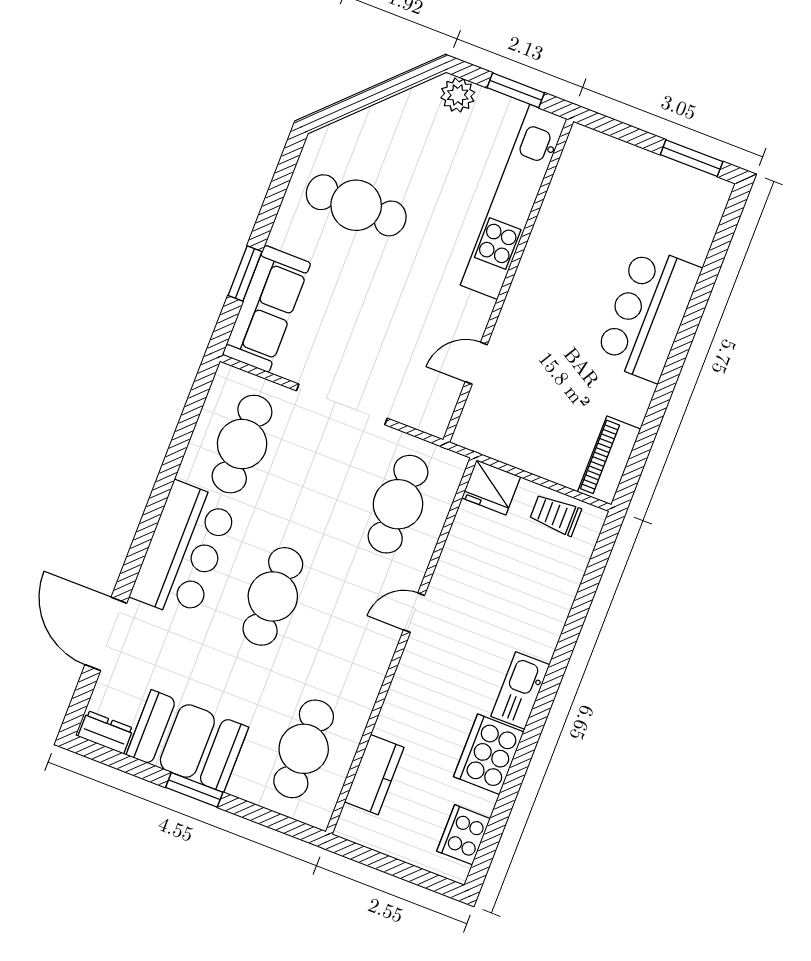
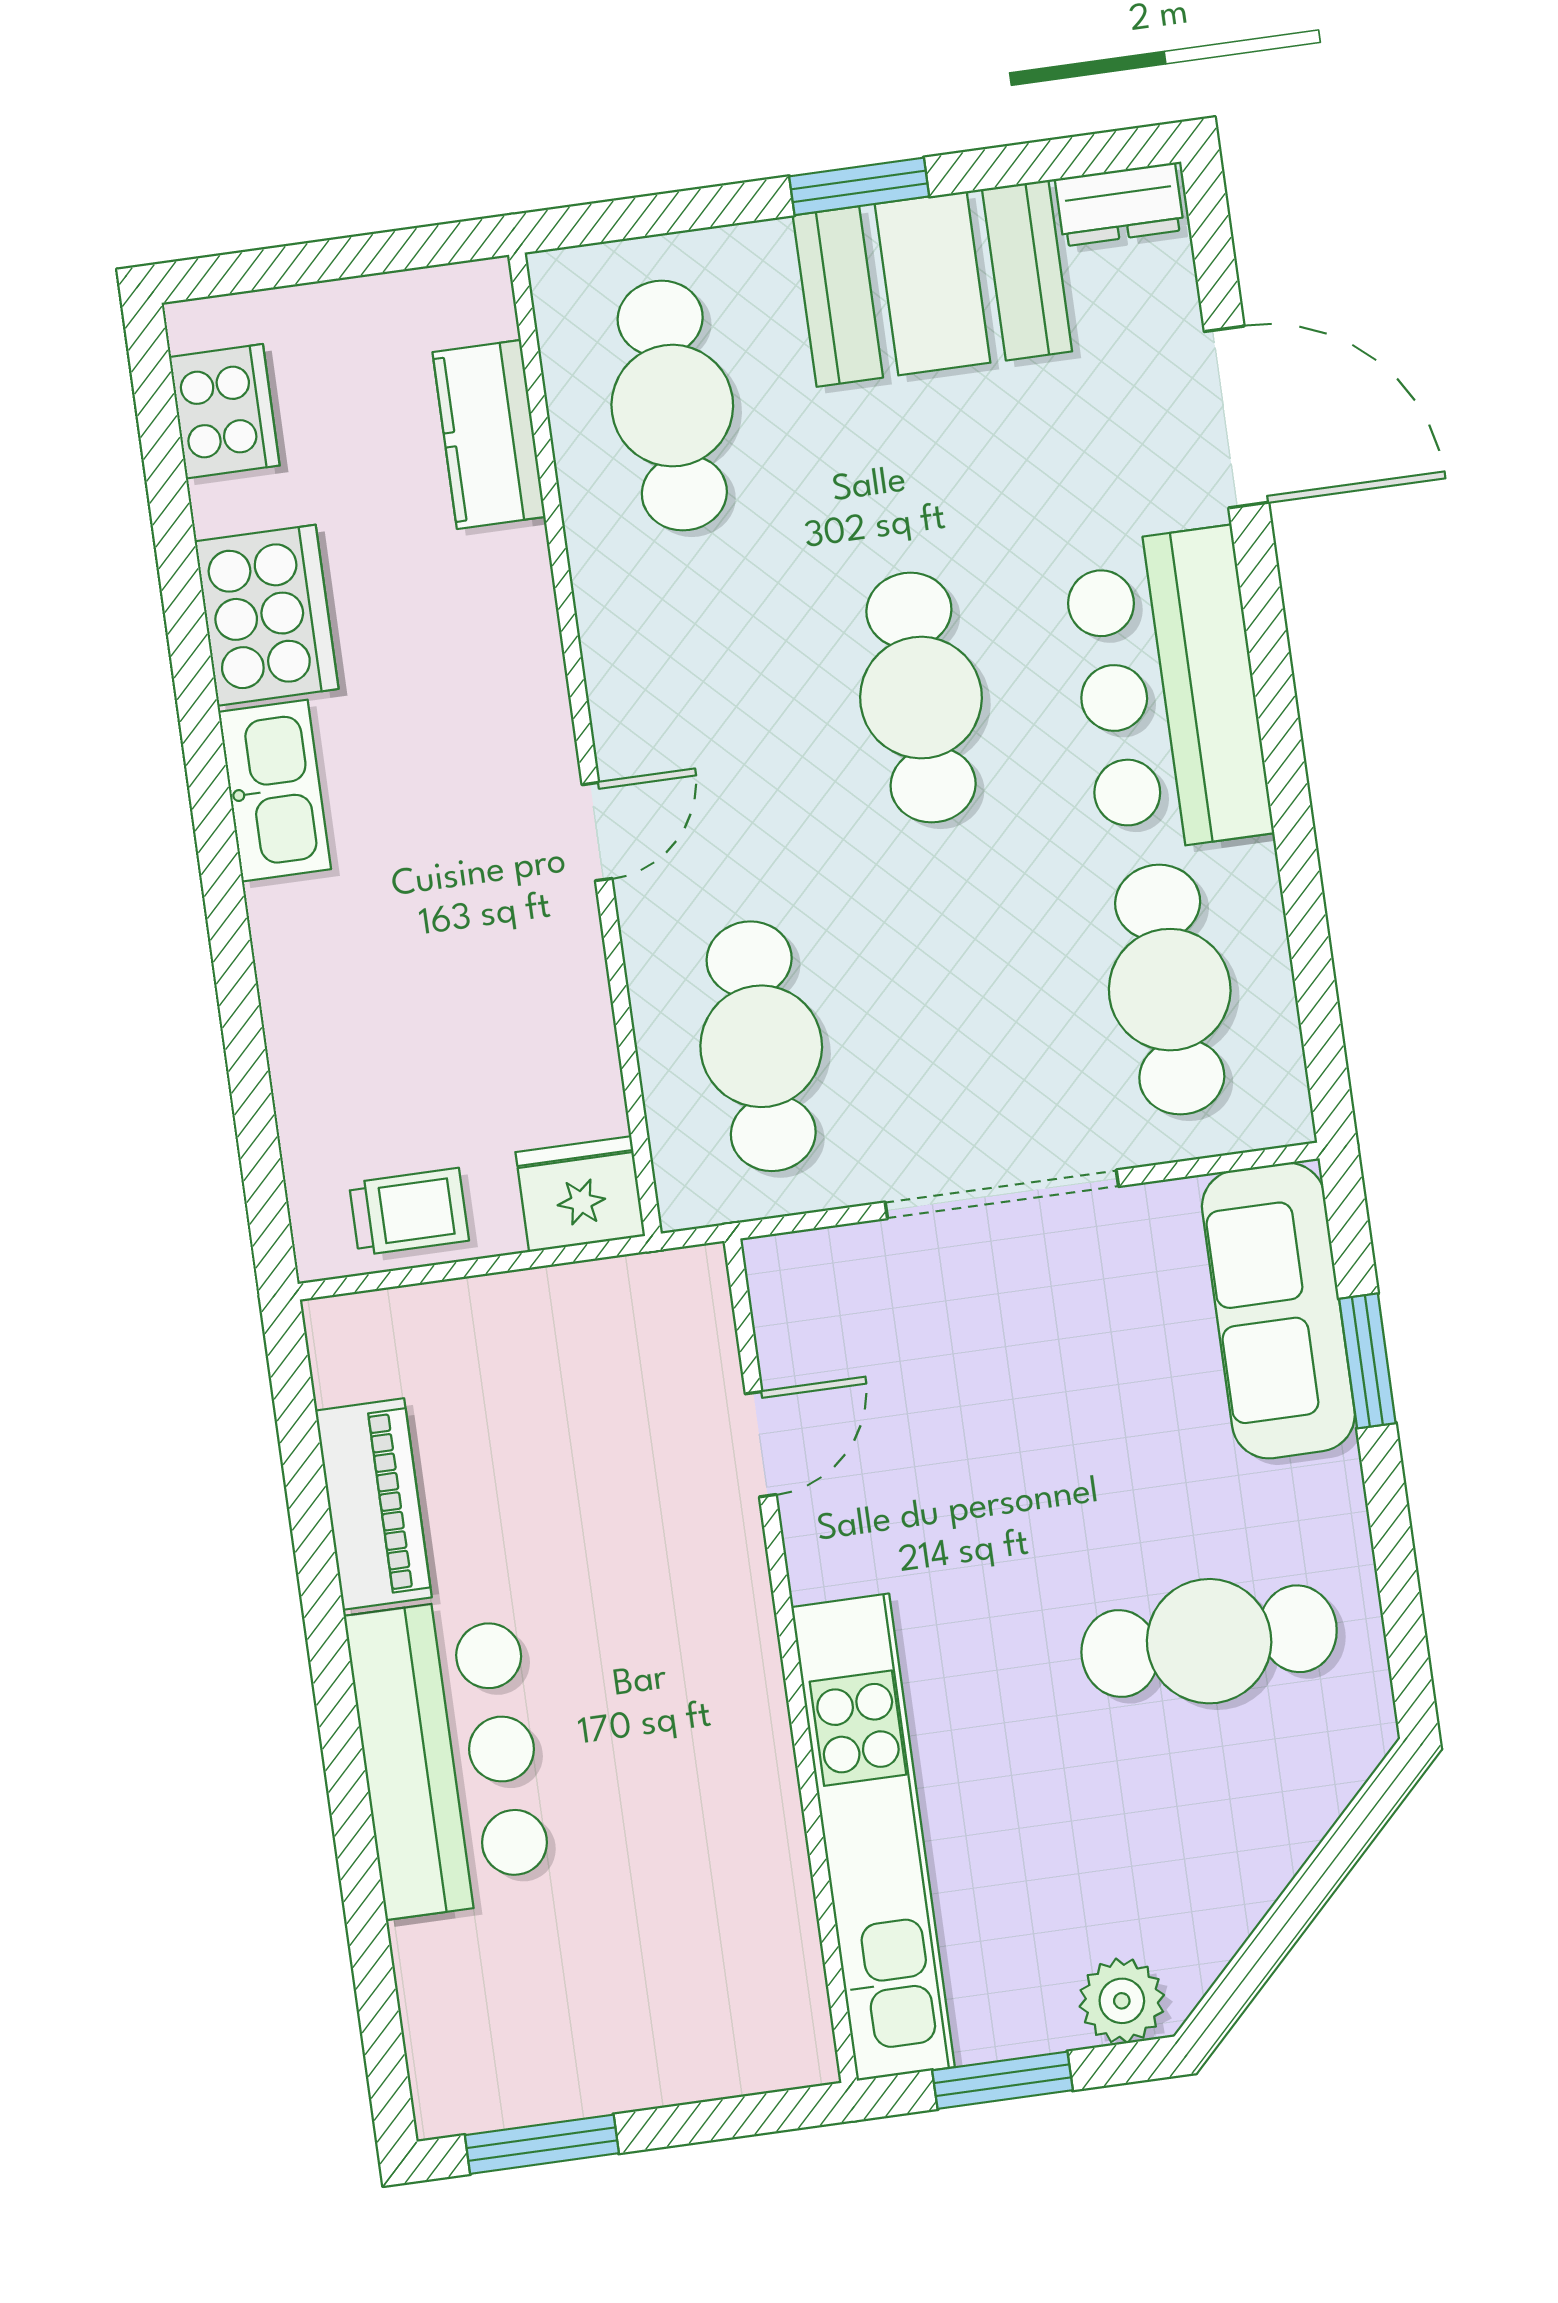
piano: (609, 460) -> (373, 1504), moved

